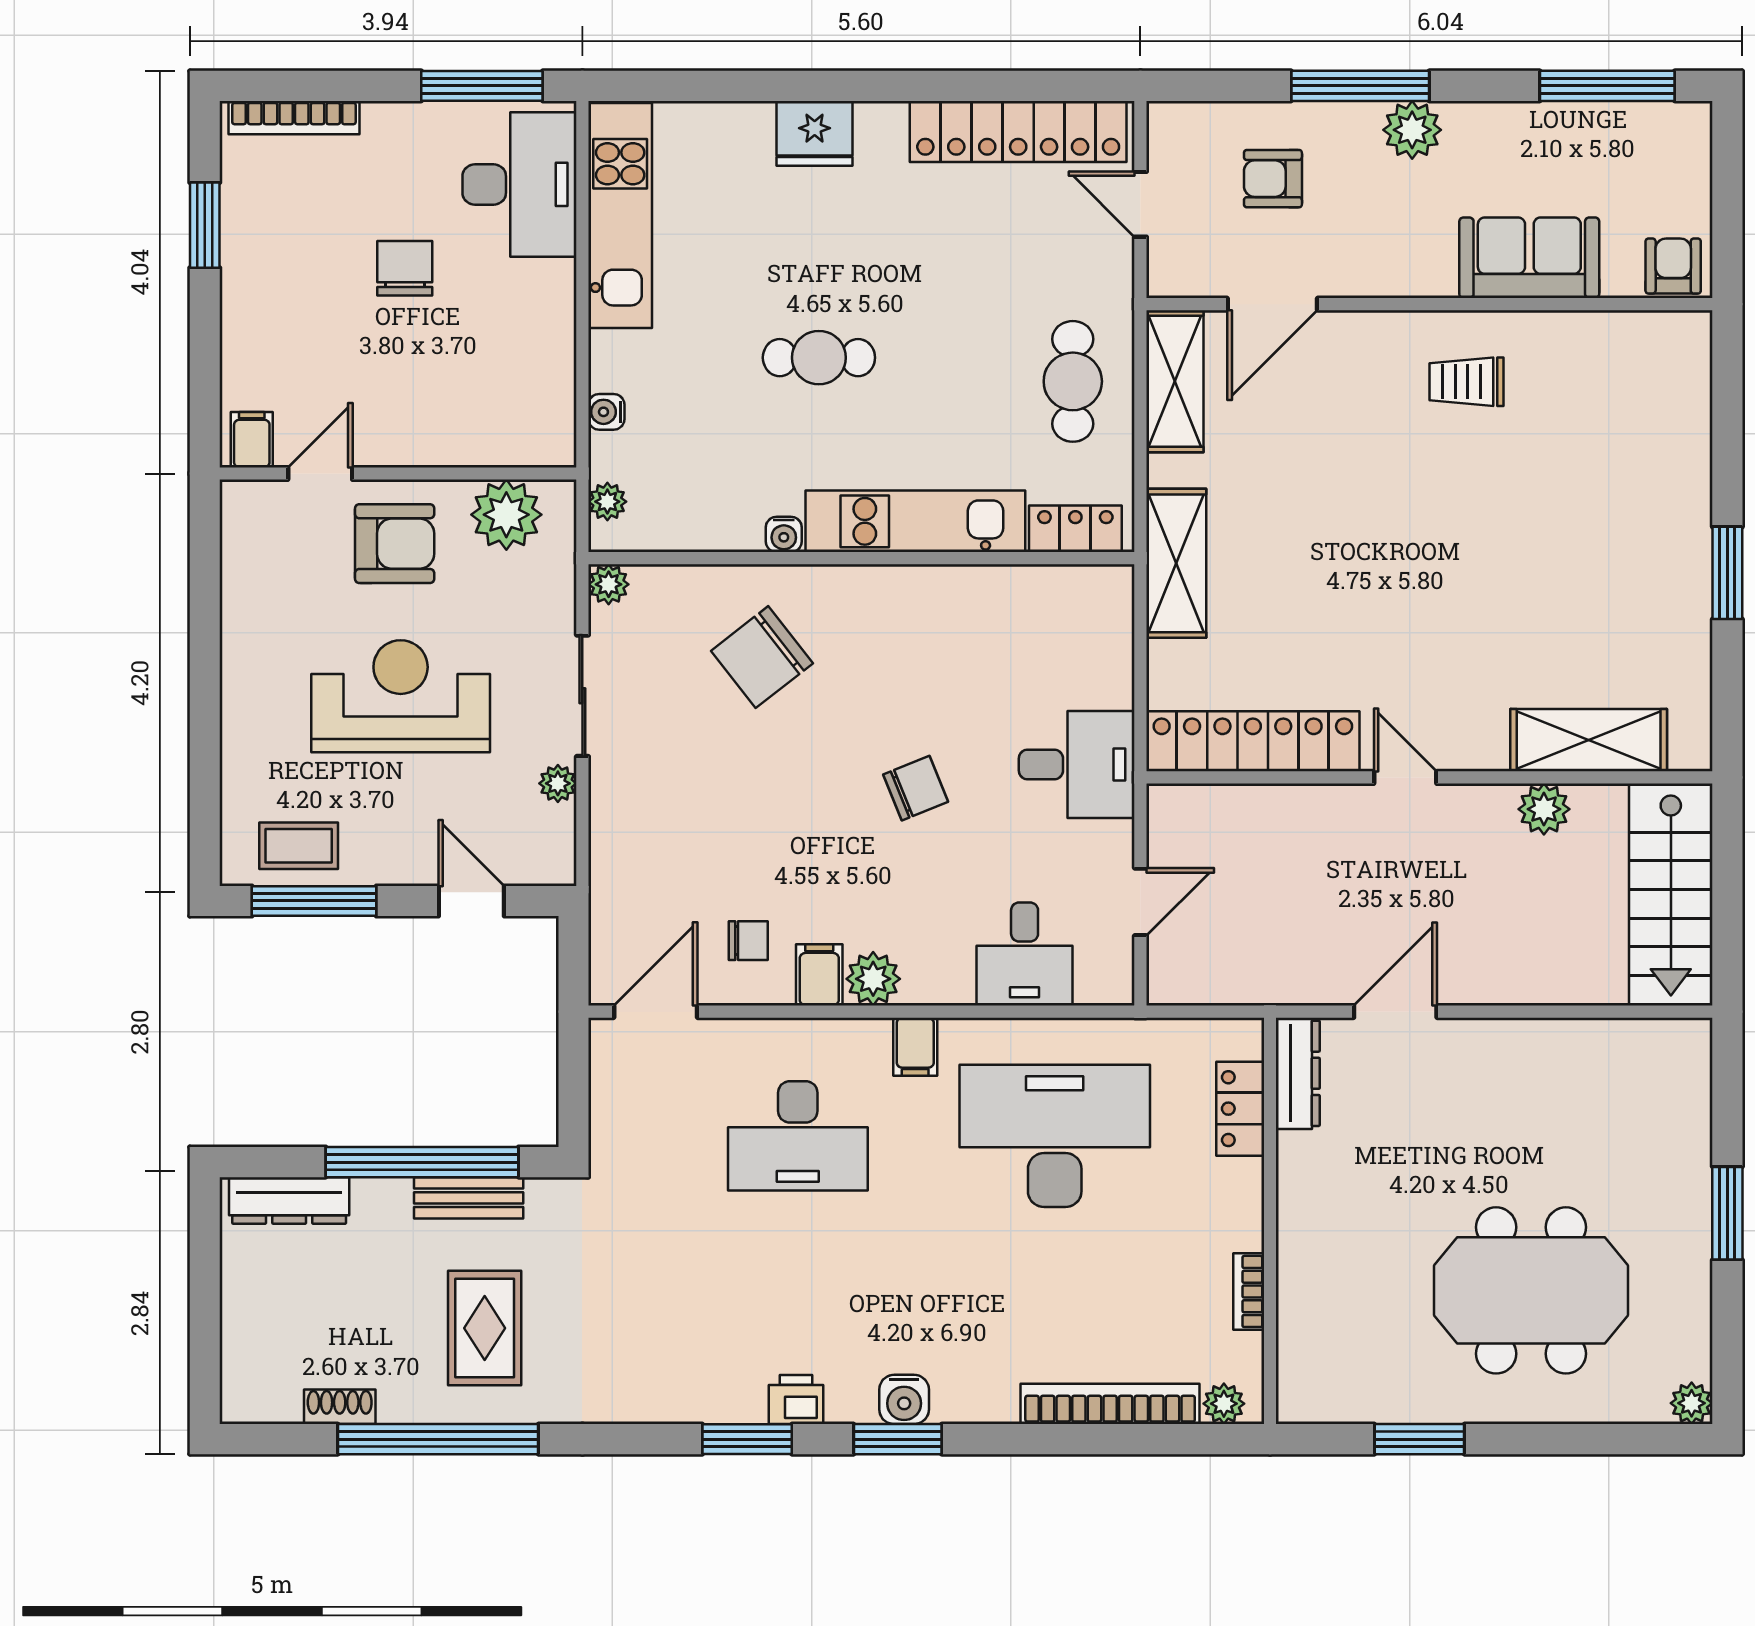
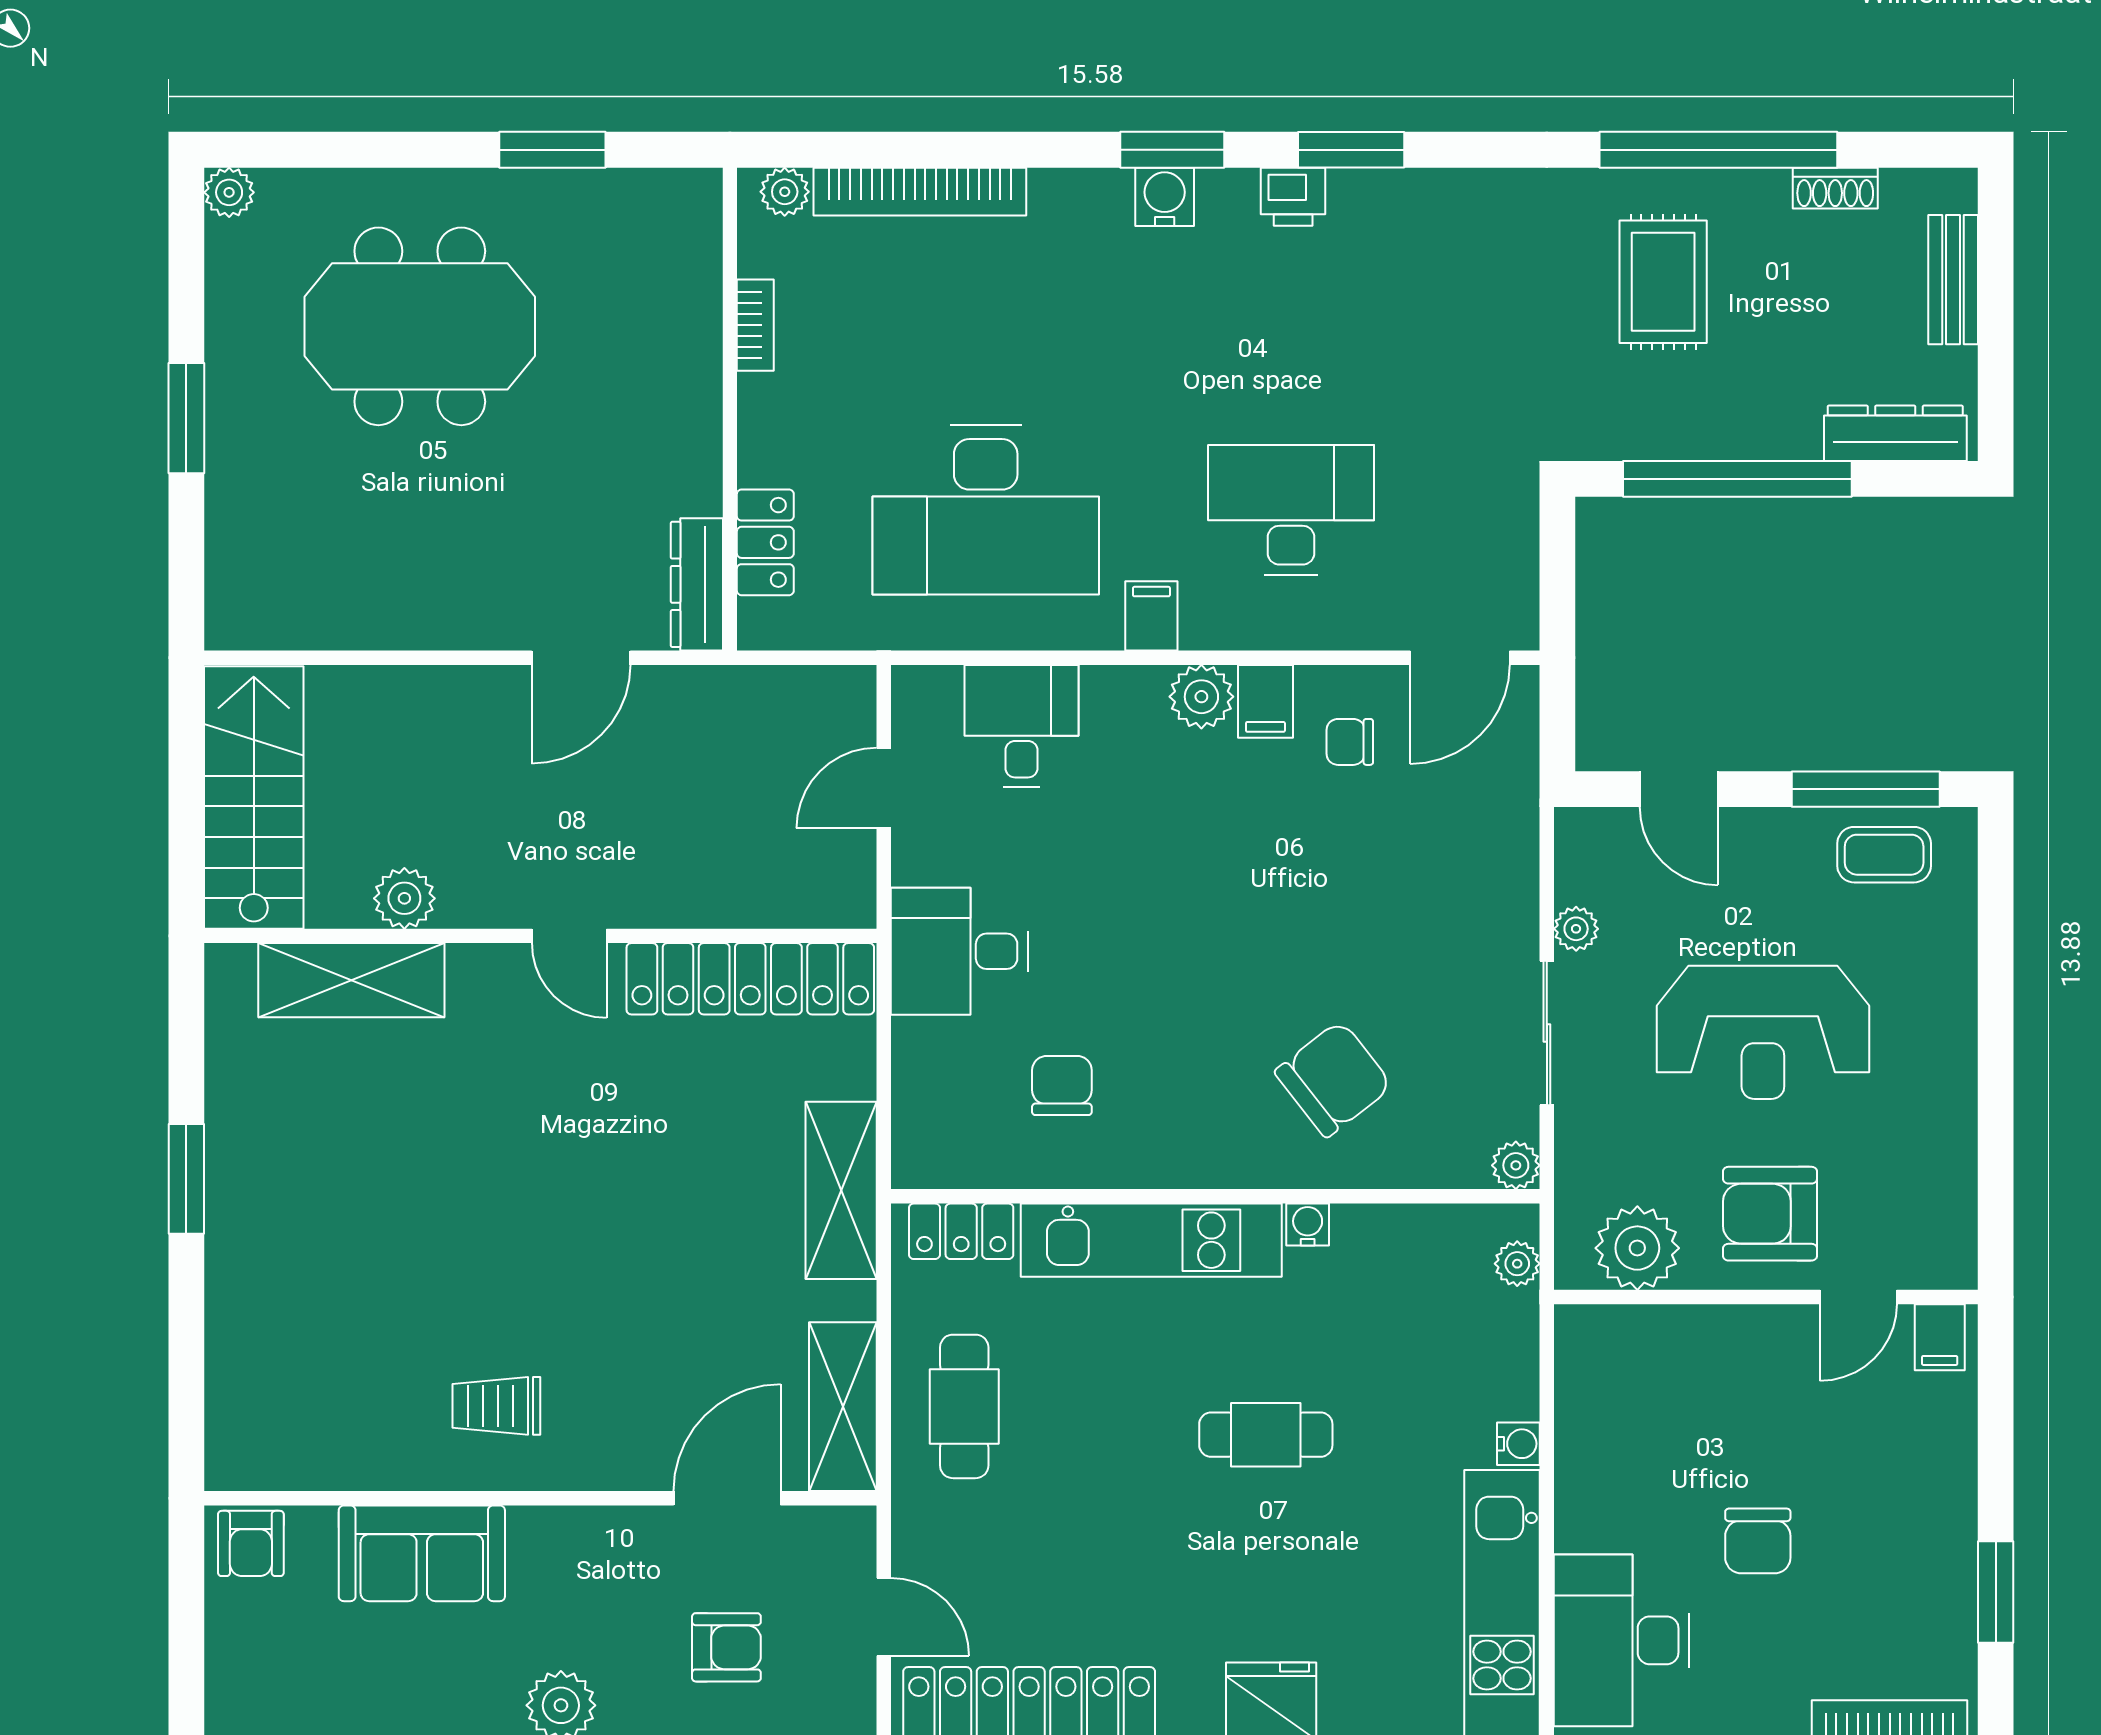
trolley: (1467, 382) -> (496, 1406), turned 180
water cooler: (606, 412) -> (1518, 1444), moved
chair: (916, 788) -> (1062, 1086), moved, turned 112
bench: (469, 1198) -> (1953, 280), moved, turned 90

